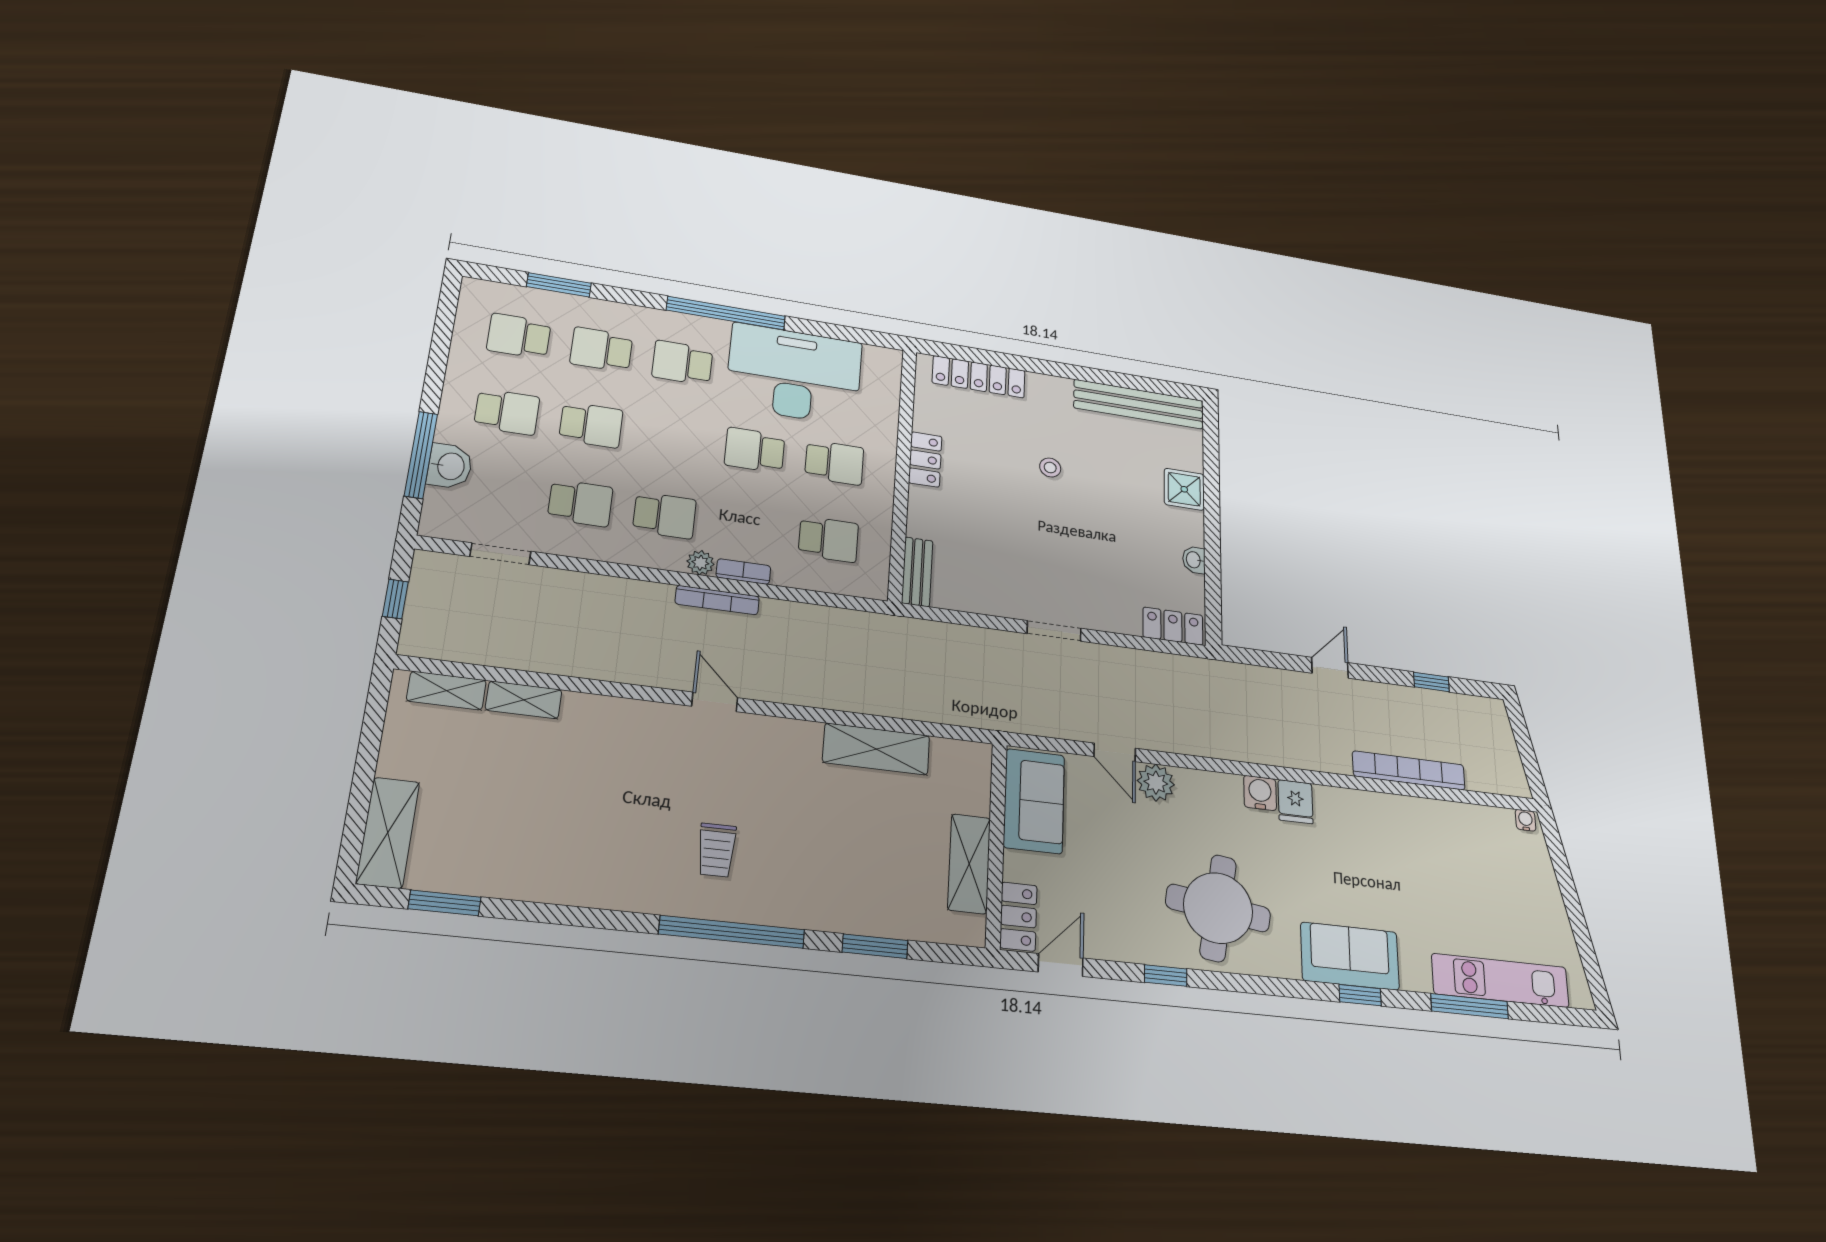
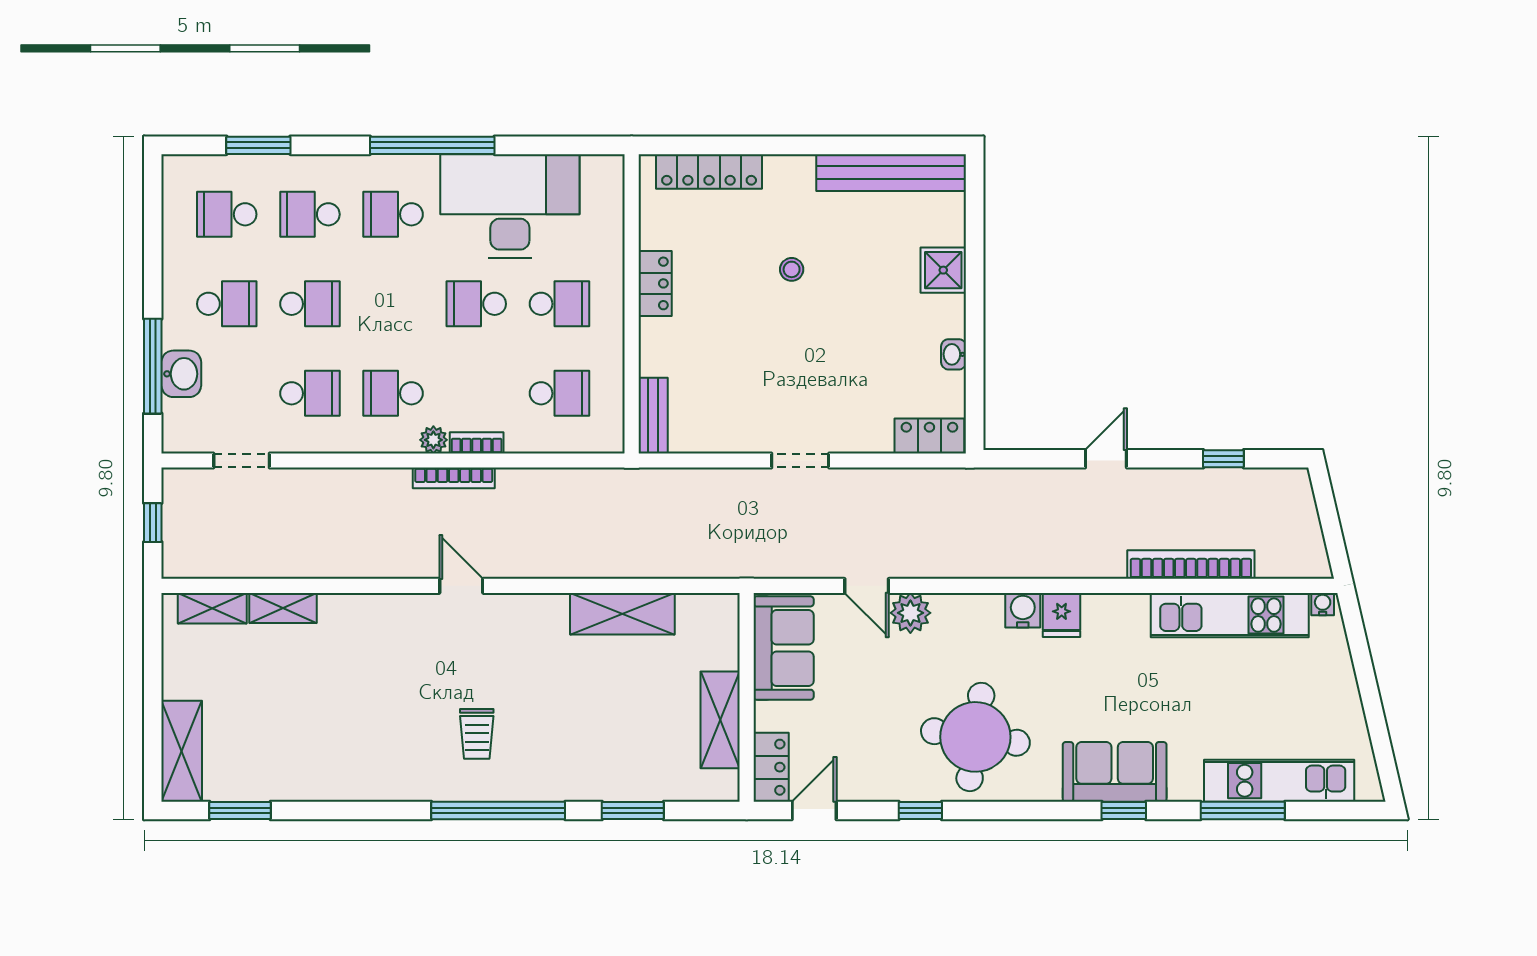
school desk: (665, 515) -> (393, 393), turned 180
kitchen unit: (1446, 820) -> (1230, 615), added

